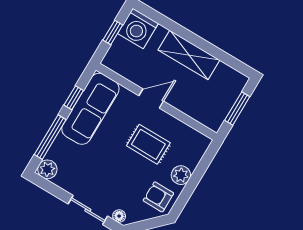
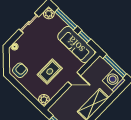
window: (113, 32) -> (115, 66), width x2.17
door: (151, 98) -> (74, 79), hinge flipped
plant: (181, 175) -> (44, 100), moved
sliding door: (88, 210) -> (29, 23), moved

